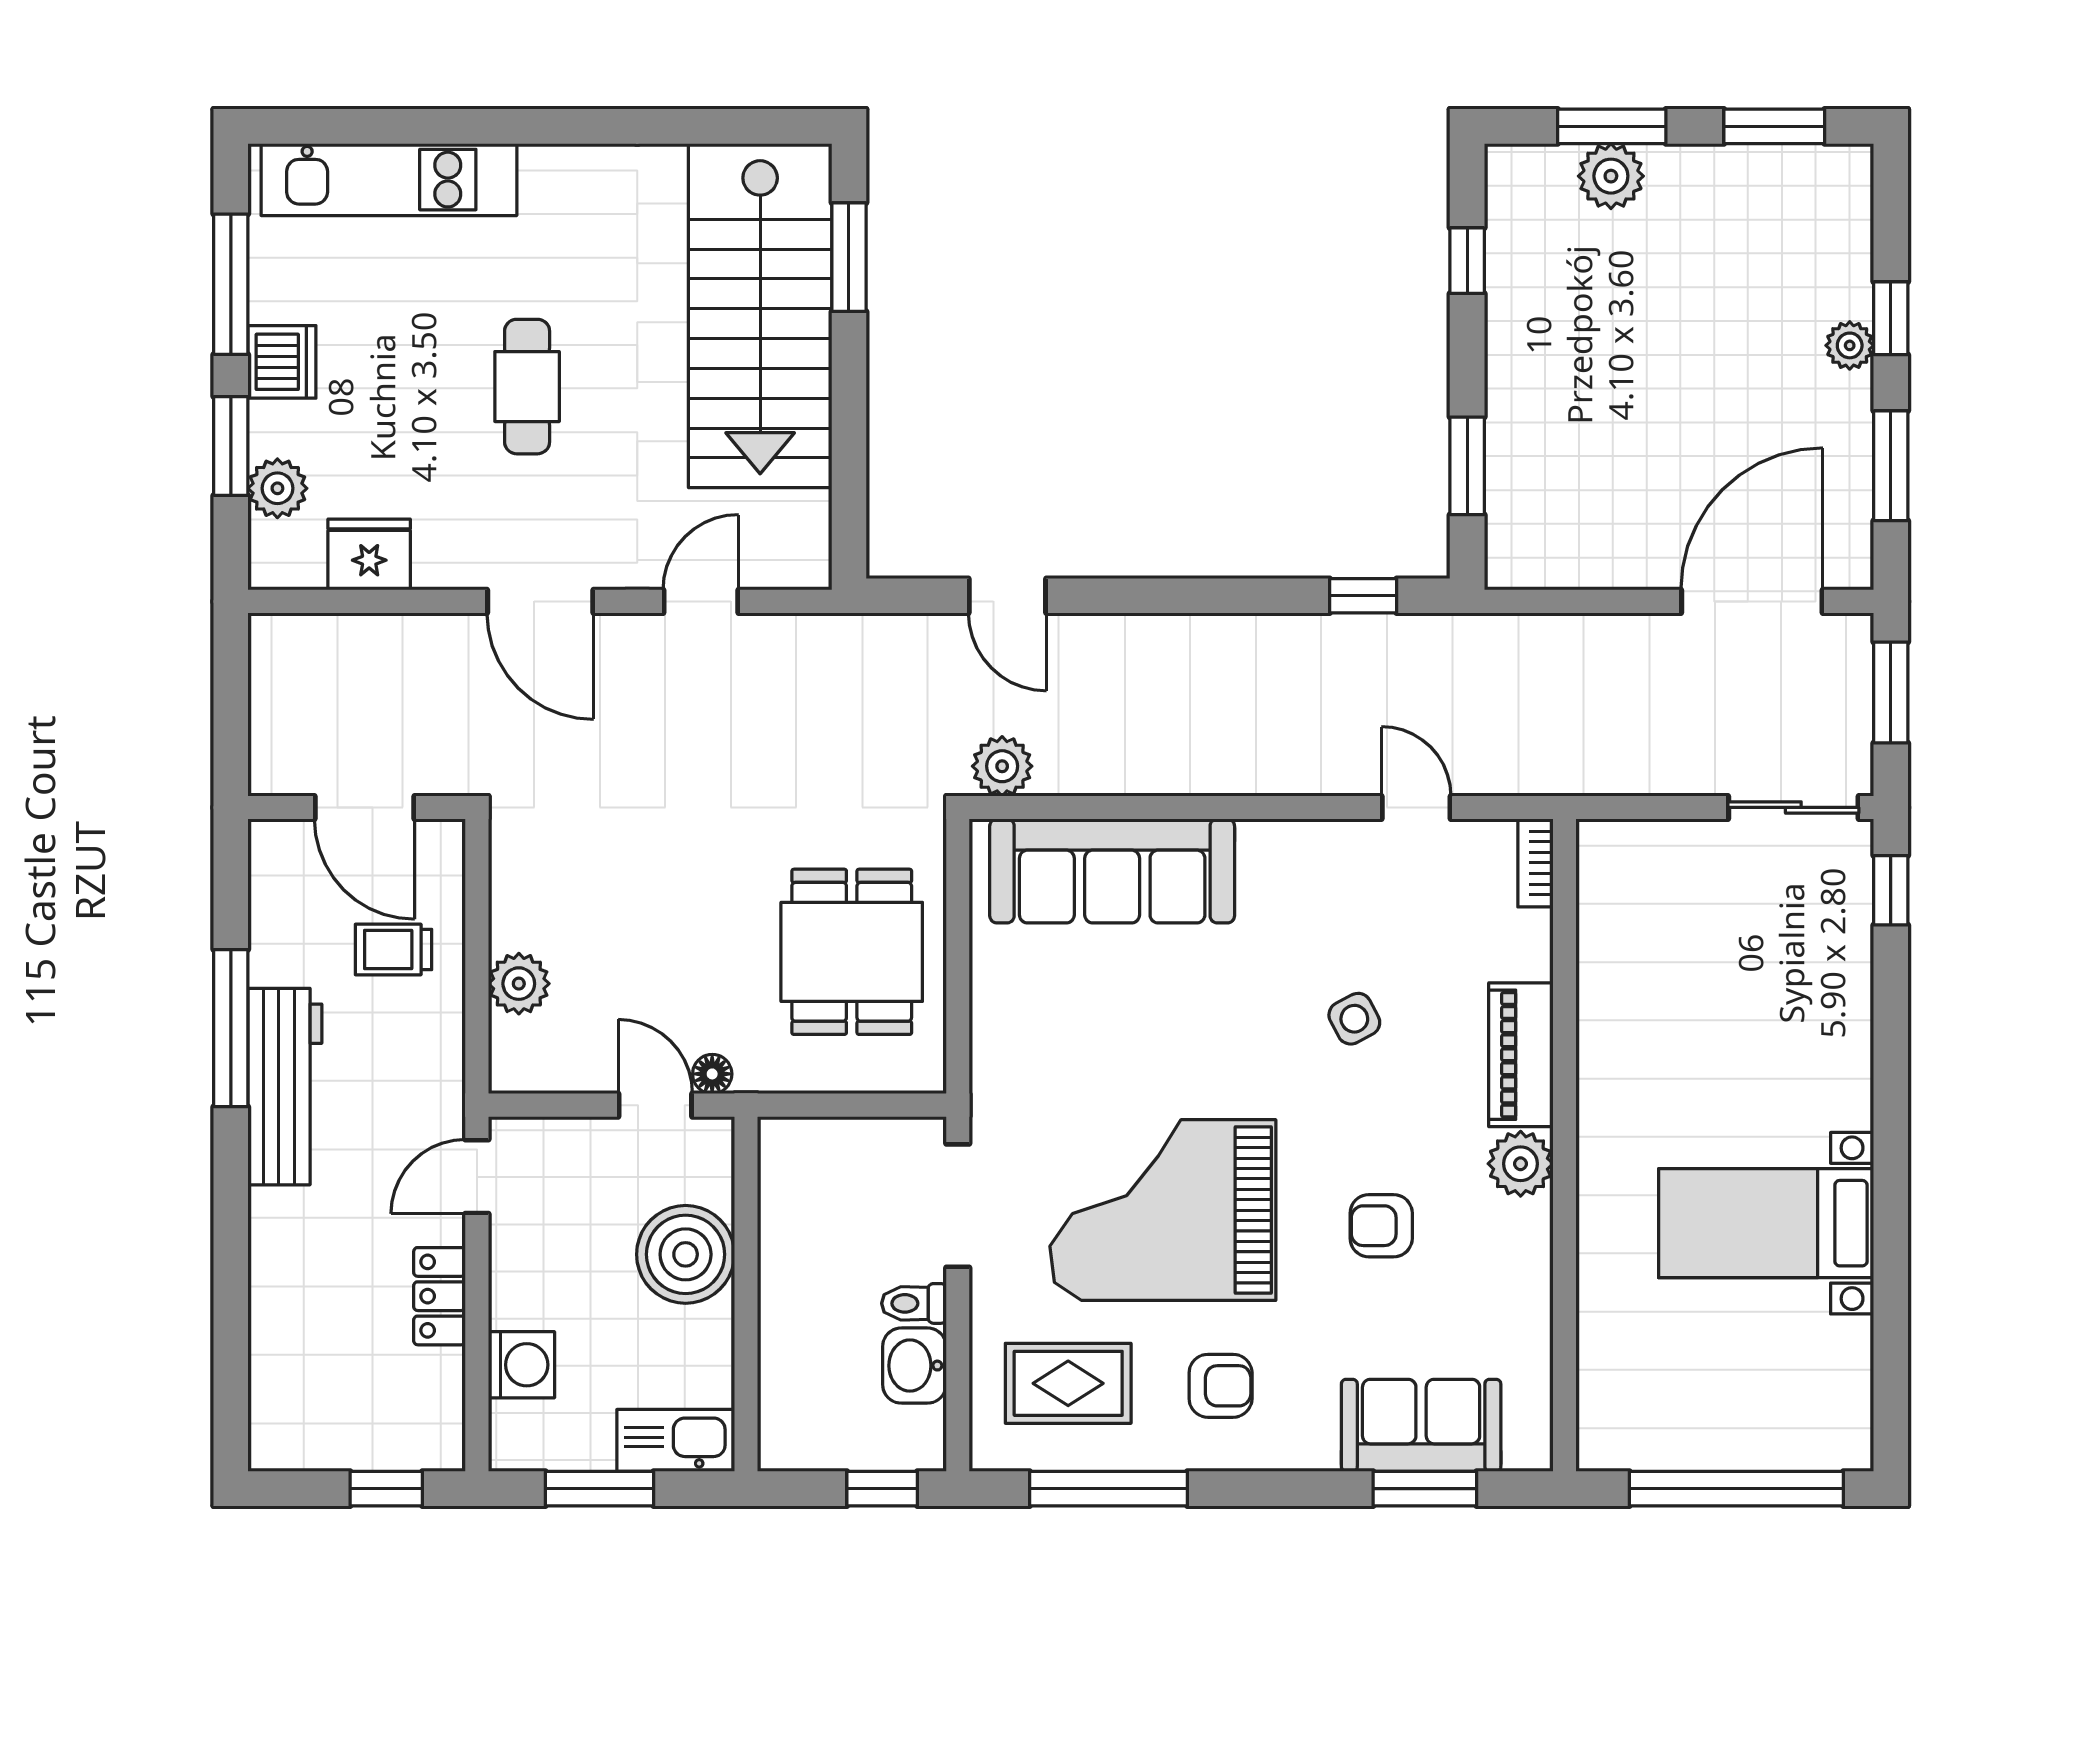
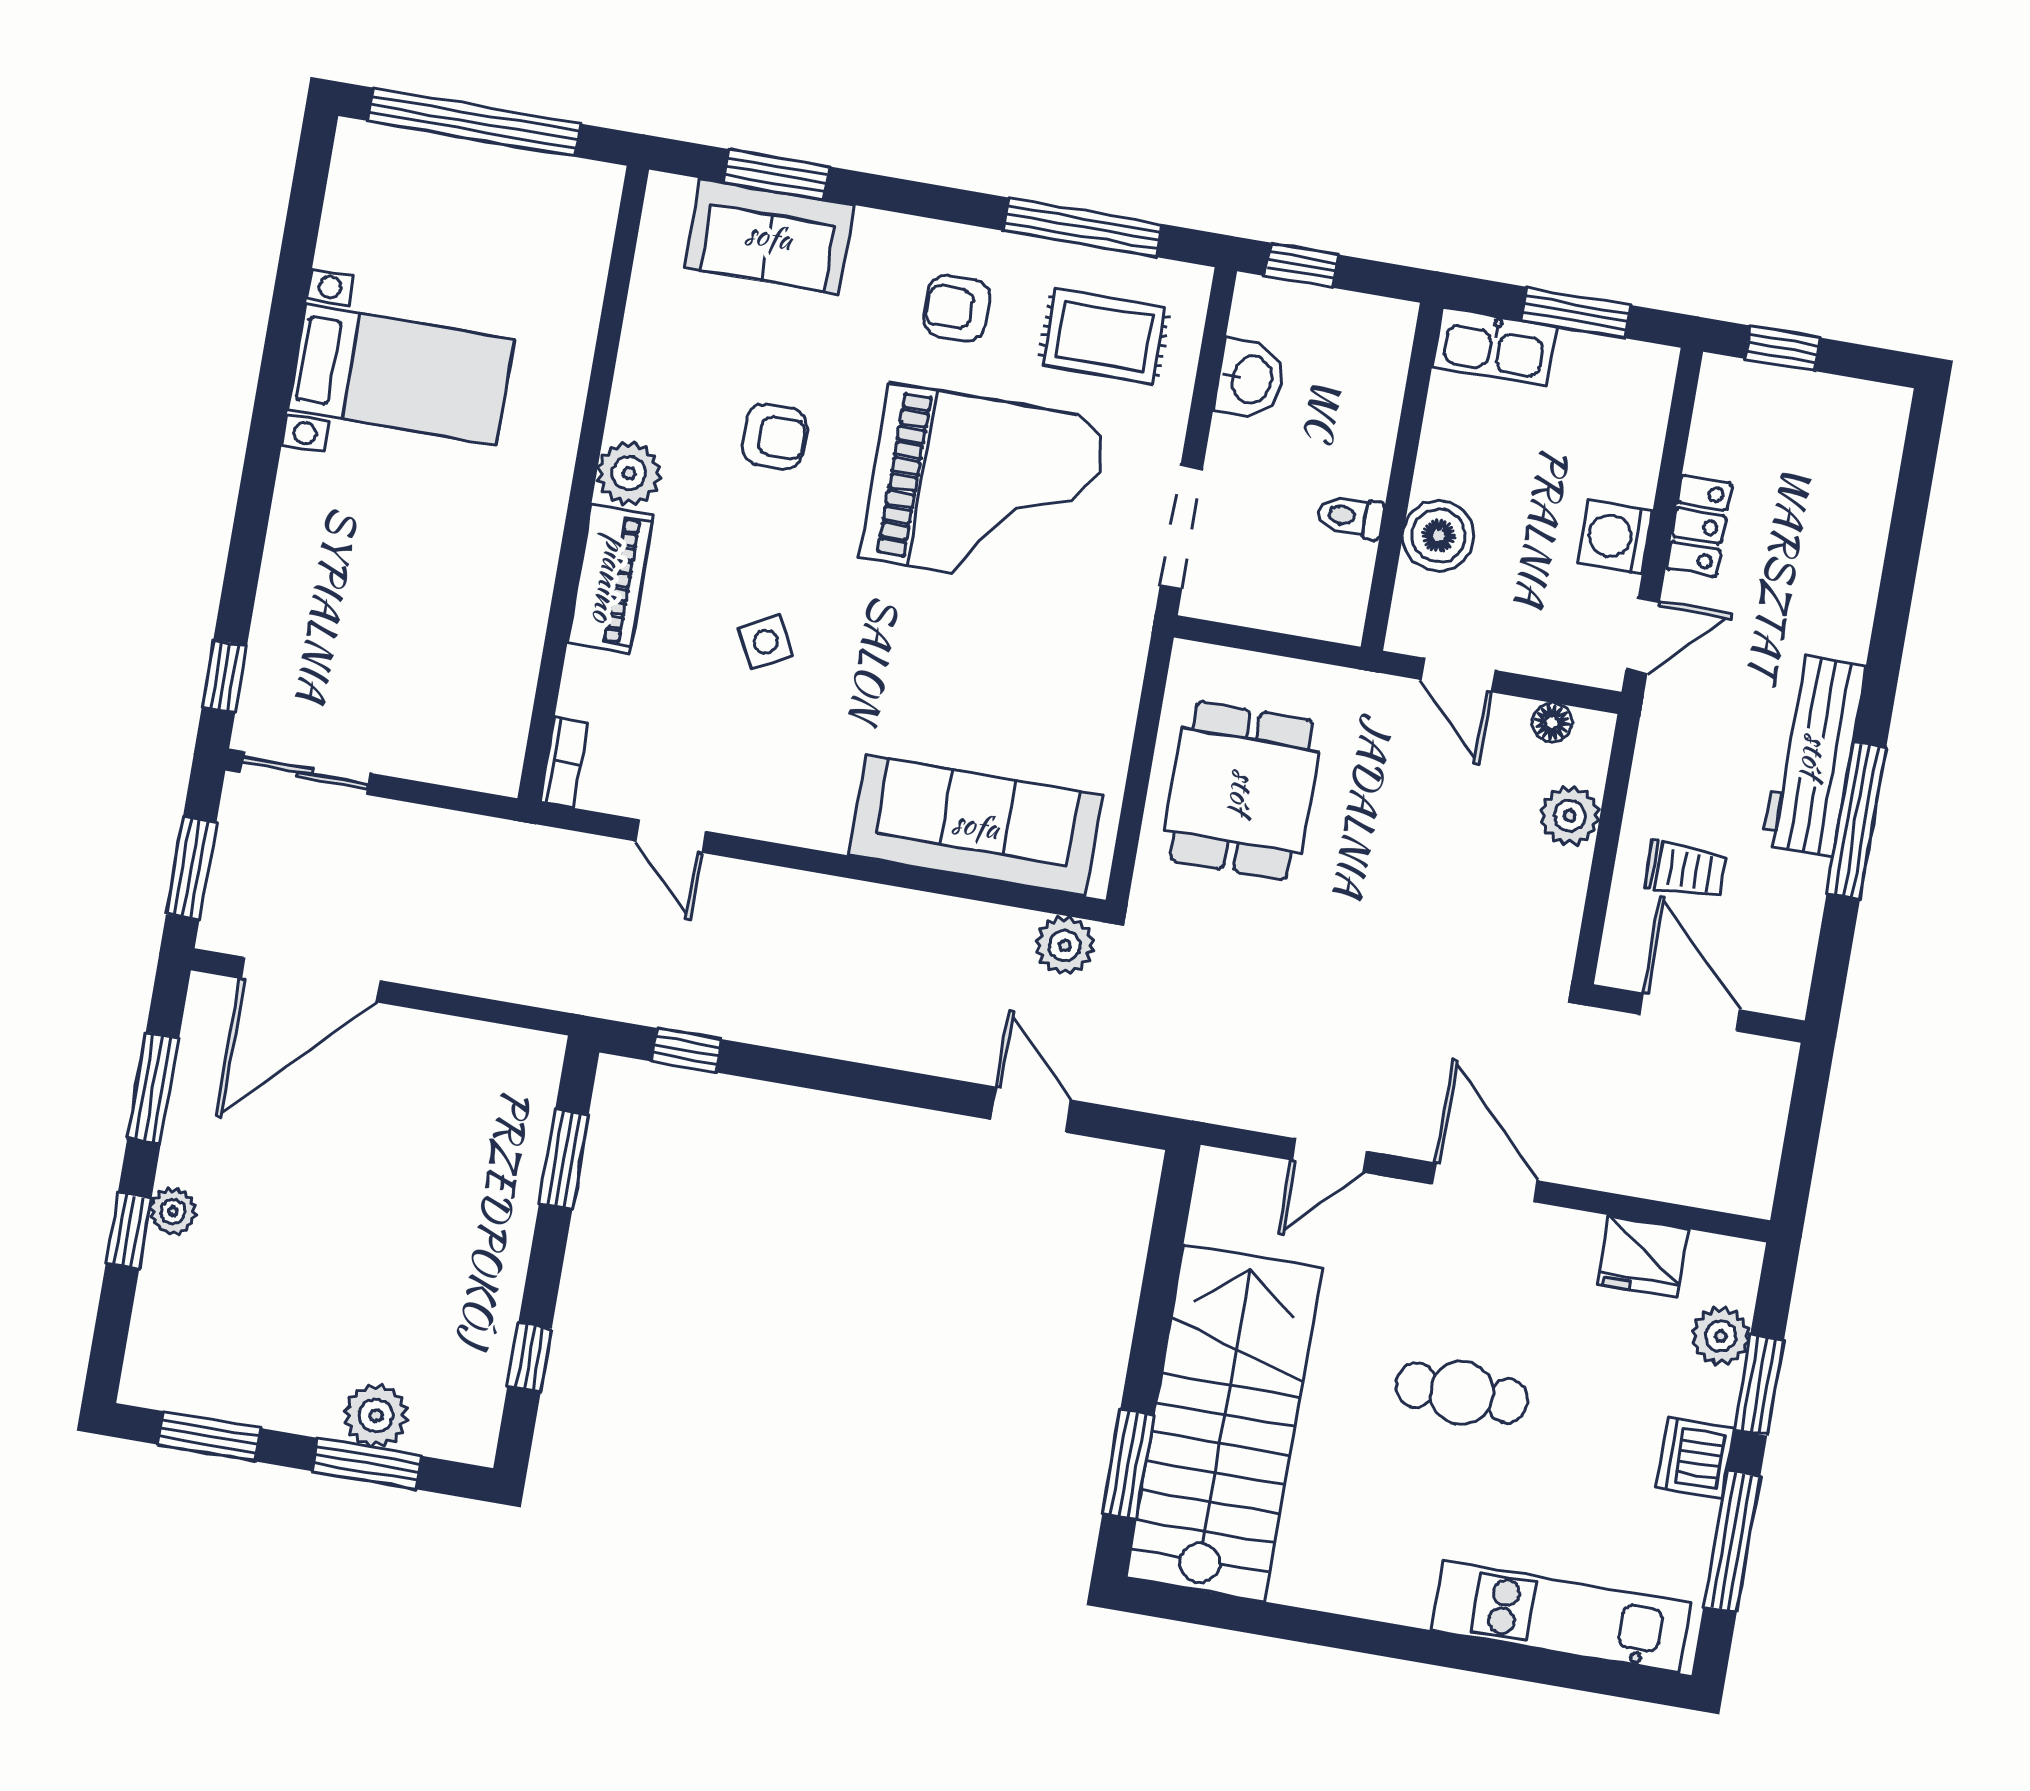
cafe table: (527, 387) -> (1462, 1393), turned 90
floor lamp: (712, 1074) -> (1552, 722), moved
boiler: (686, 1254) -> (1438, 536), width x0.73, depth x0.73
toilet: (914, 1303) -> (1351, 517), moved, turned 180
washing machine: (521, 1365) -> (1615, 537), moved

